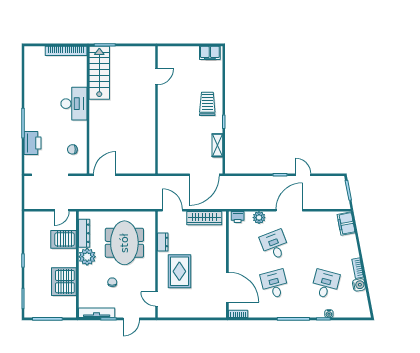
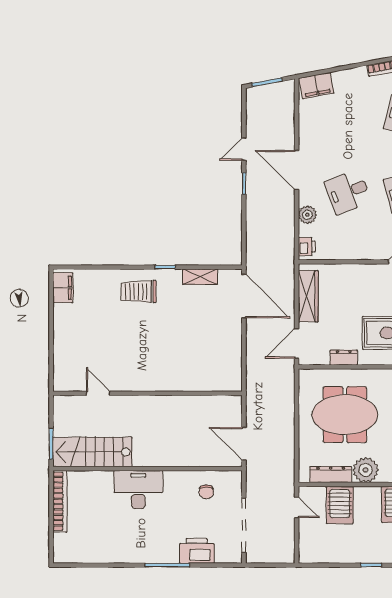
door: (156, 77) -> (98, 393), moved
wall: (156, 110) -> (148, 393), moved

